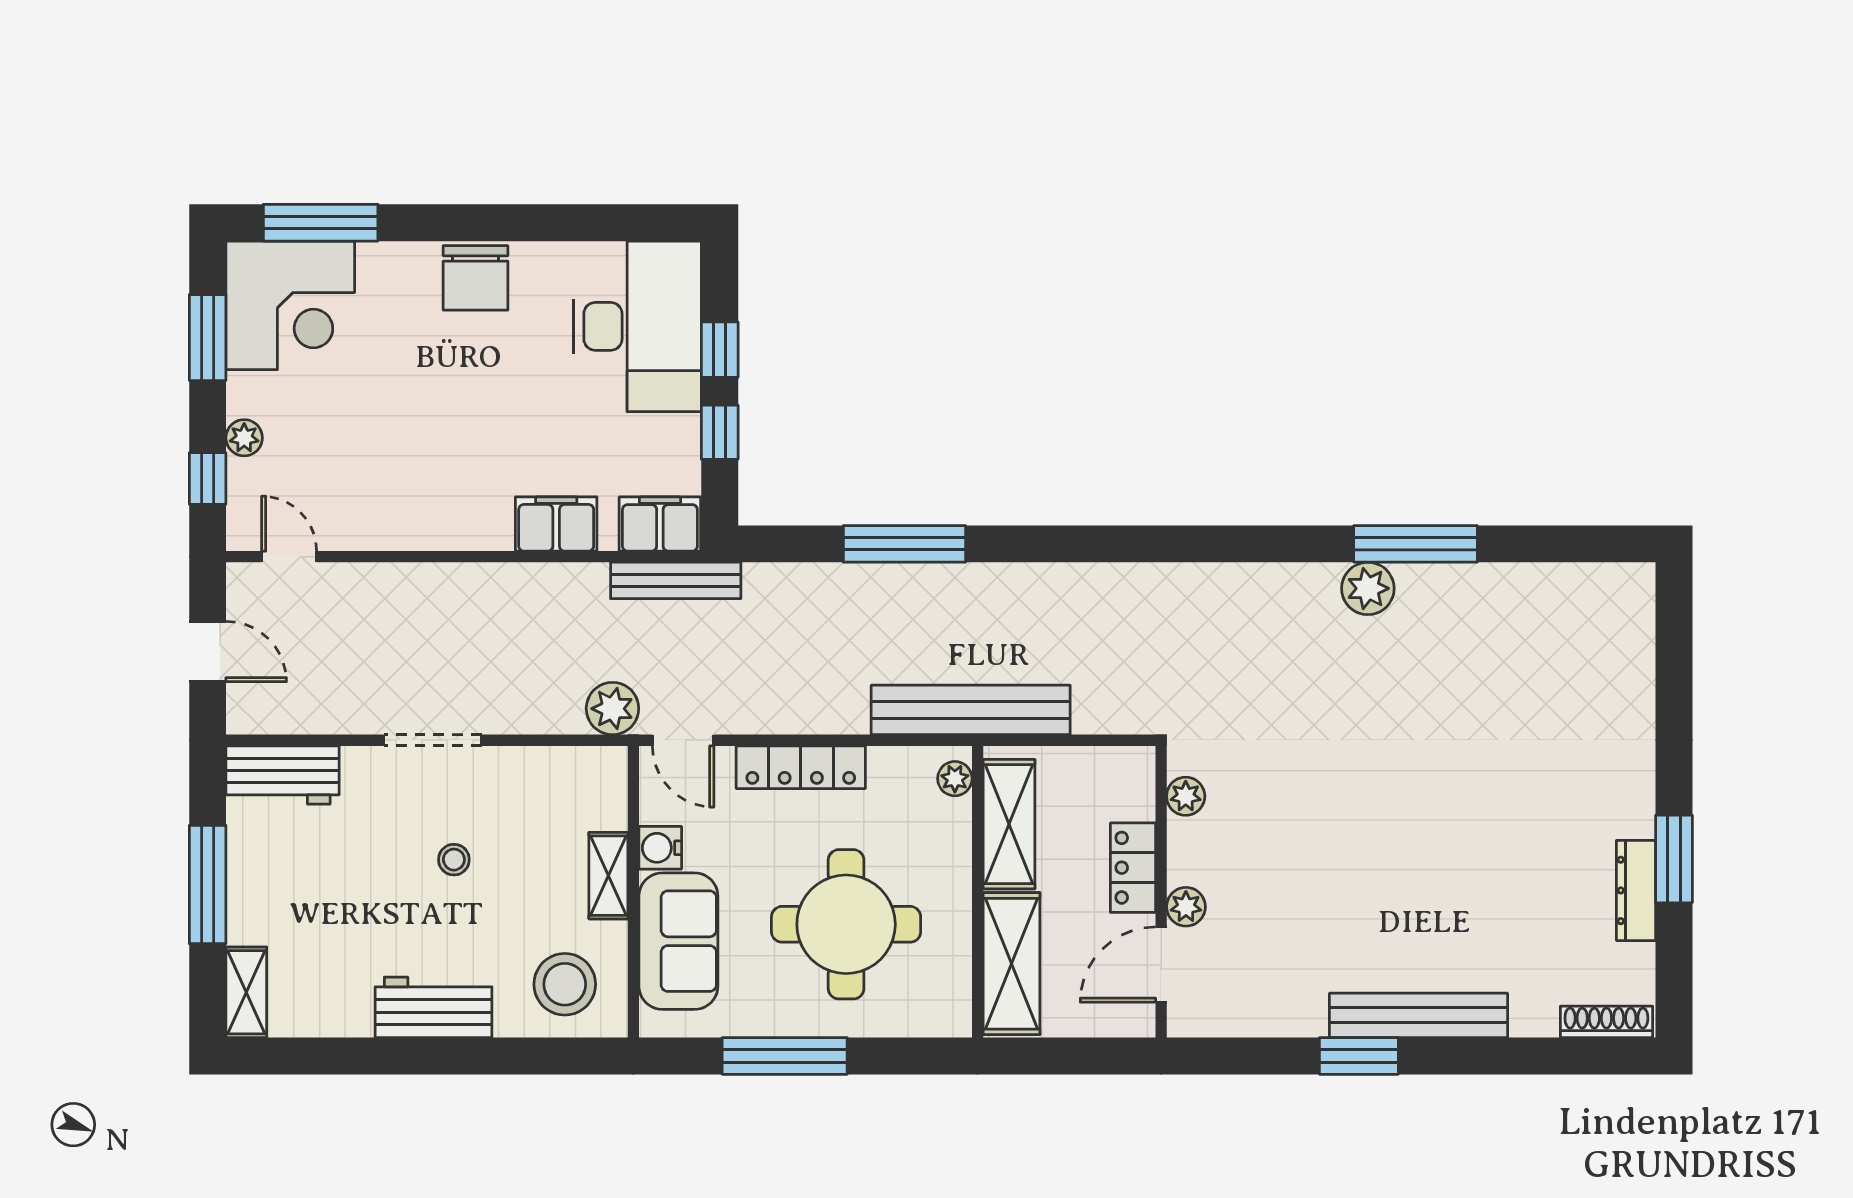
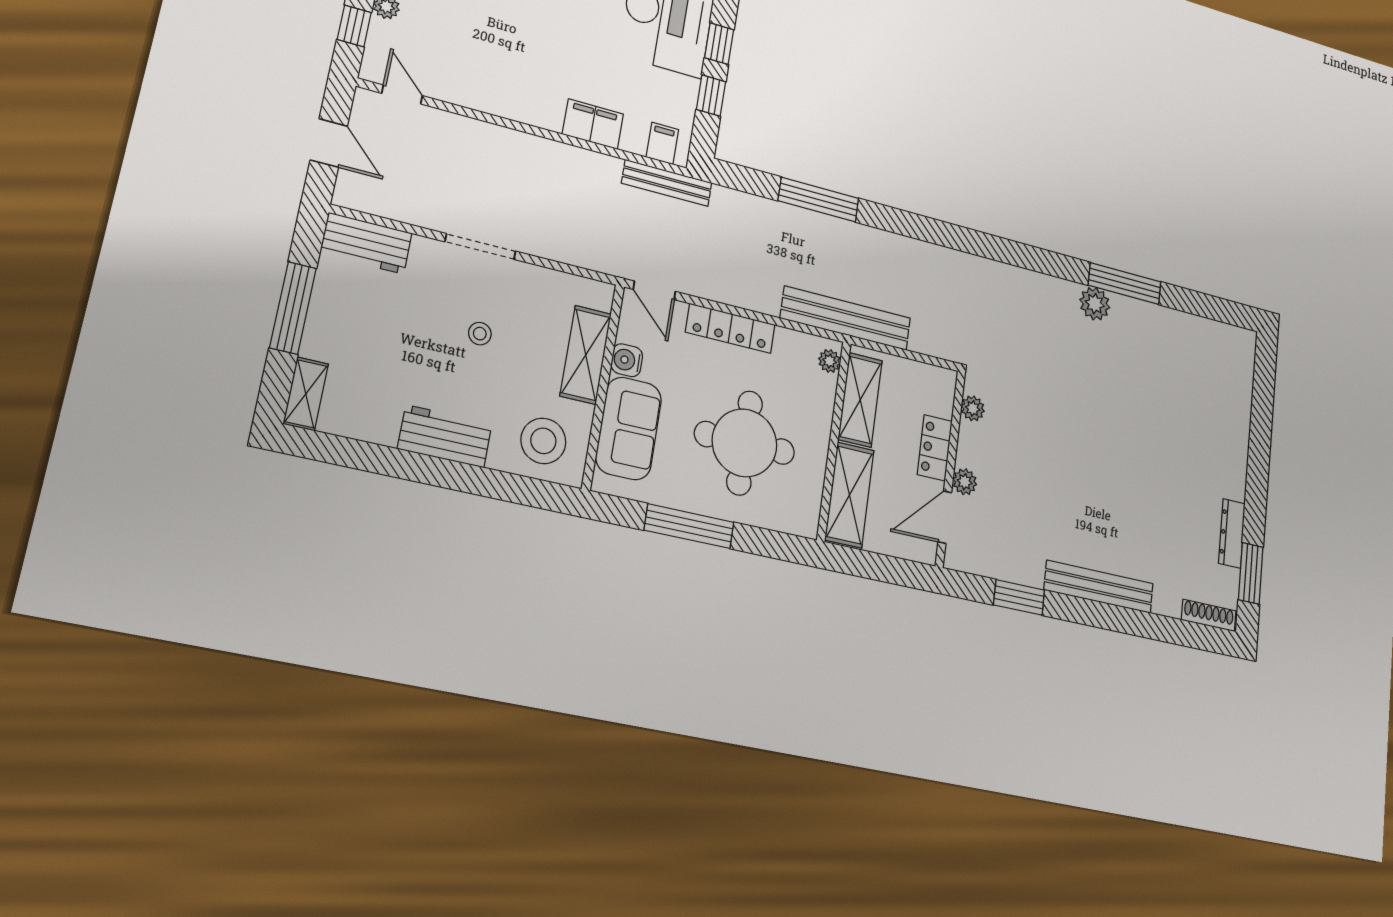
filing cabinet: (660, 524) -> (662, 143), width x0.50
plant: (612, 709) -> (610, 257), removed
window: (1674, 859) -> (1251, 573), moved
shelving: (608, 876) -> (586, 355), width x1.50, depth x1.33
window: (1359, 1056) -> (1019, 597), moved

